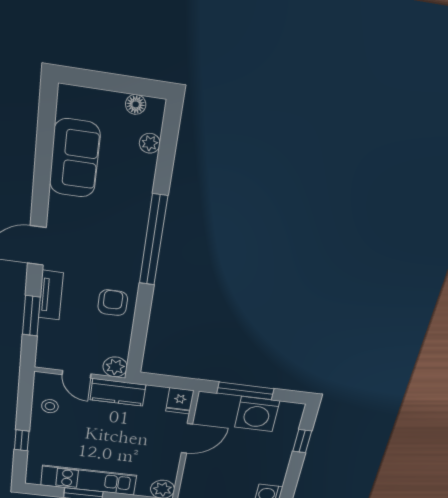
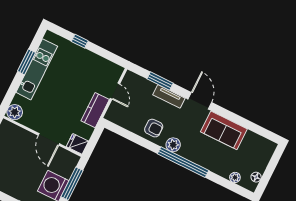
sofa: (75, 158) -> (224, 130), moved
plant: (115, 367) -> (173, 145), moved
door: (76, 374) -> (115, 91), swing flipped
stool: (50, 406) -> (98, 68), removed

